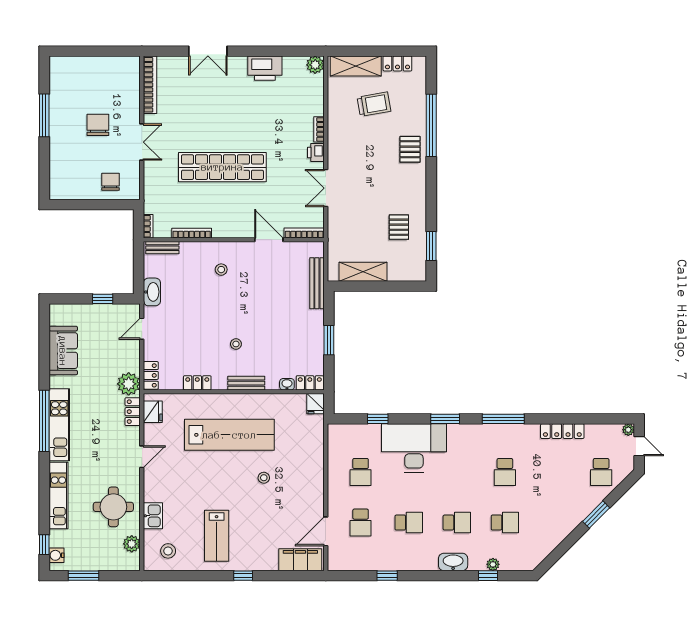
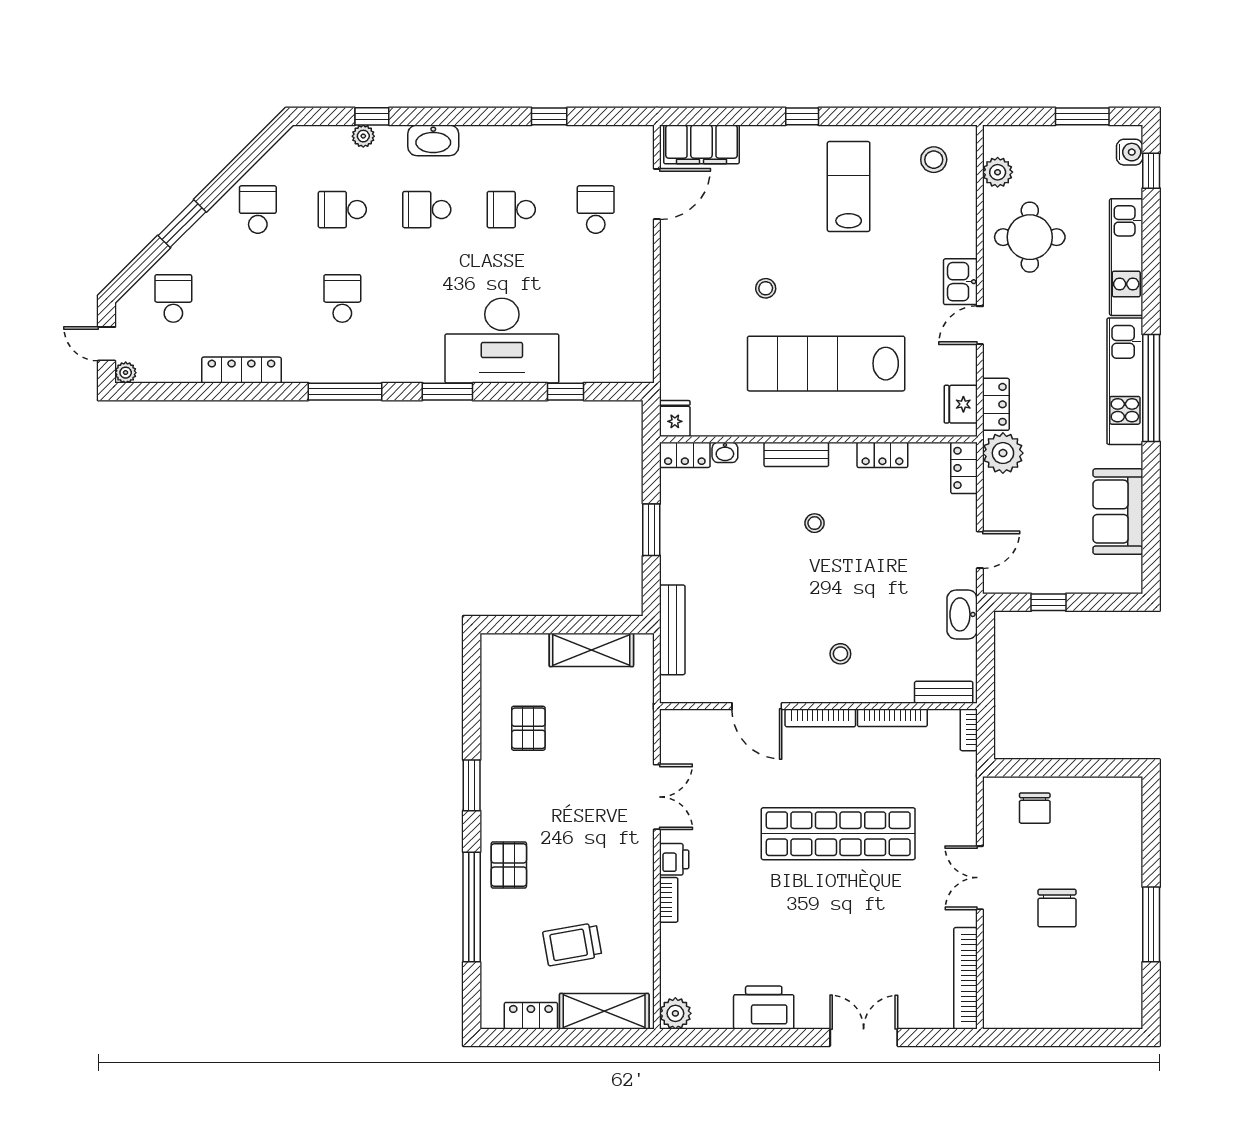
bookcase: (304, 233) -> (820, 718), moved
window: (431, 246) -> (472, 785), moved
school desk: (361, 472) -> (258, 210), moved
kitchen sink: (153, 516) -> (960, 282), moved

